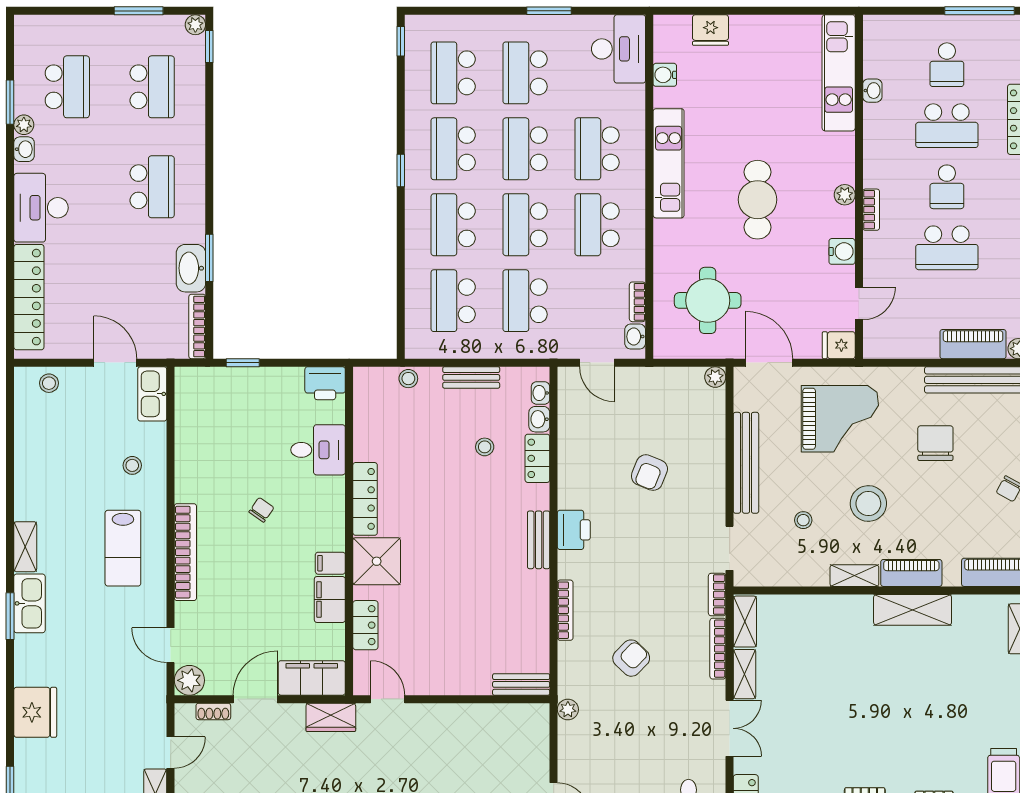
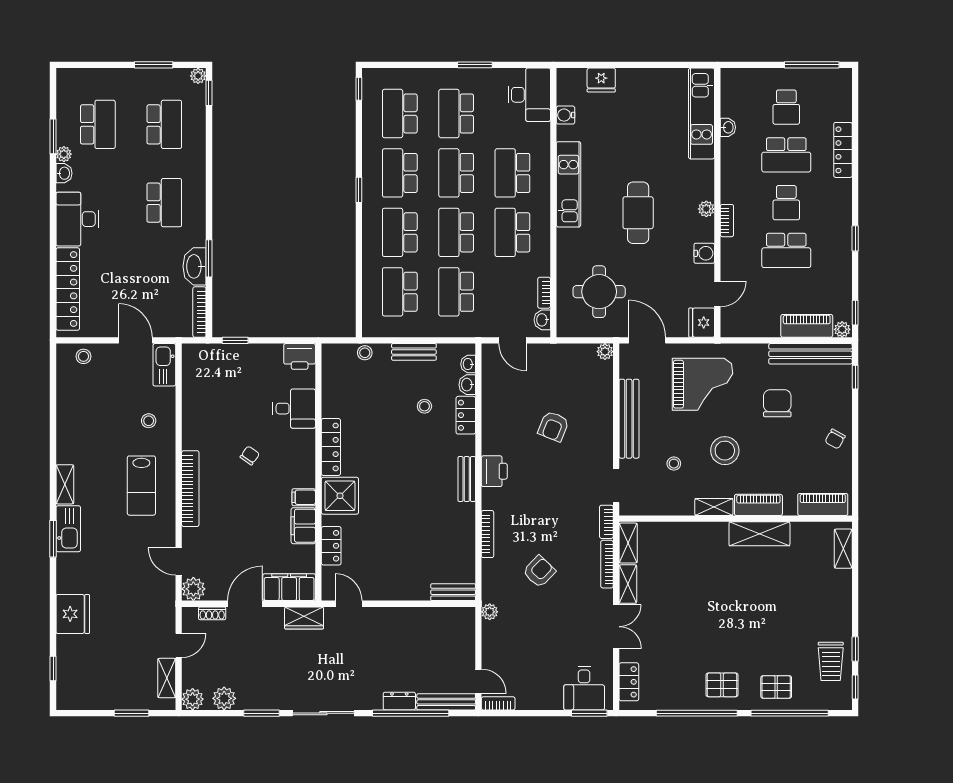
fridge: (839, 345) -> (702, 323), width x1.38

